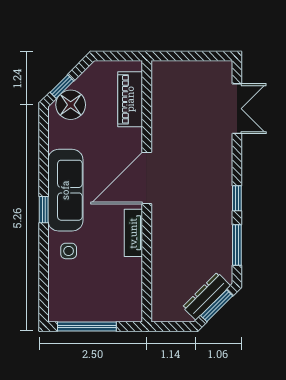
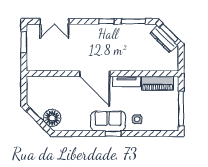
window: (201, 56) -> (24, 42), added
window: (62, 87) -> (34, 115), moved
piano: (130, 99) -> (157, 83), moved
double door: (237, 109) -> (54, 21), swing flipped
sofa: (65, 190) -> (108, 121), width x0.73

